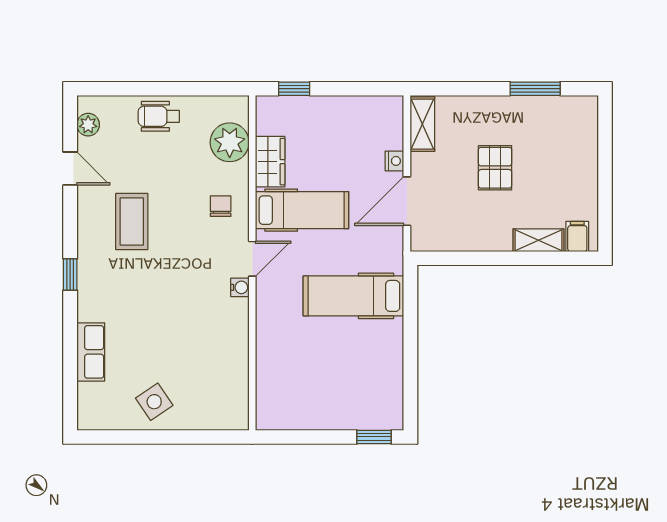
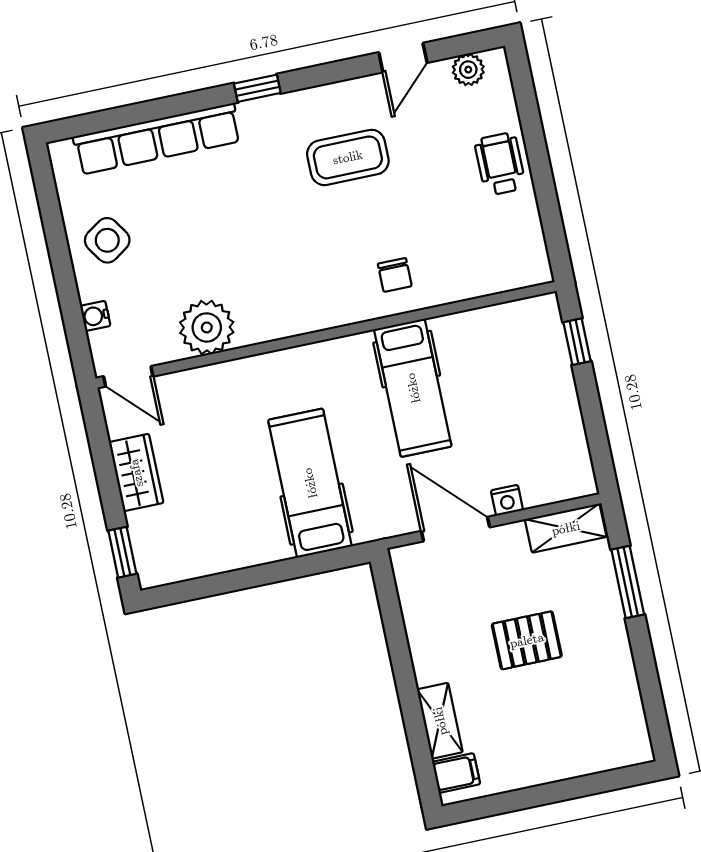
window: (535, 89) -> (628, 582), moved
plant: (230, 142) -> (207, 327), moved
wardrobe: (270, 162) -> (136, 473), moved, turned -90
chair: (221, 206) -> (395, 275), turned 90
door: (252, 259) -> (128, 376), moved
water cooler: (240, 287) -> (95, 316), moved, turned 90
row of seats: (91, 352) -> (157, 139), width x2.02

